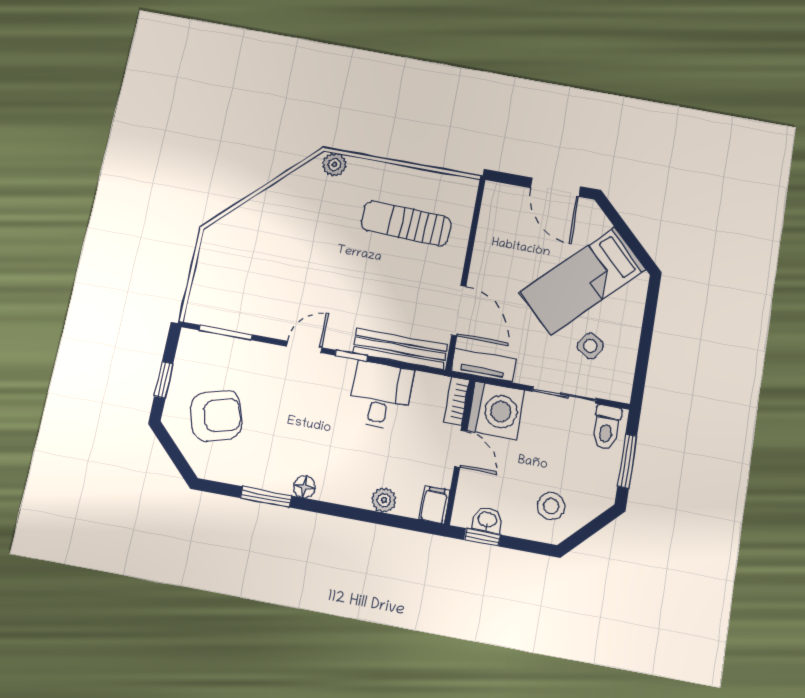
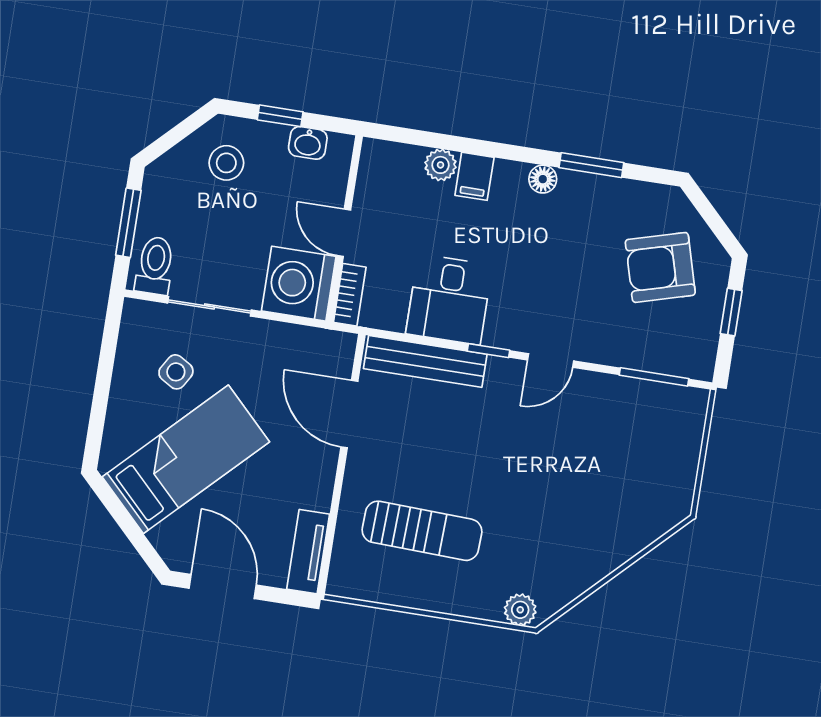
tv unit: (483, 365) -> (308, 552), moved, turned 90
filing cabinet: (434, 505) -> (474, 176), moved
window: (482, 537) -> (280, 116), moved

